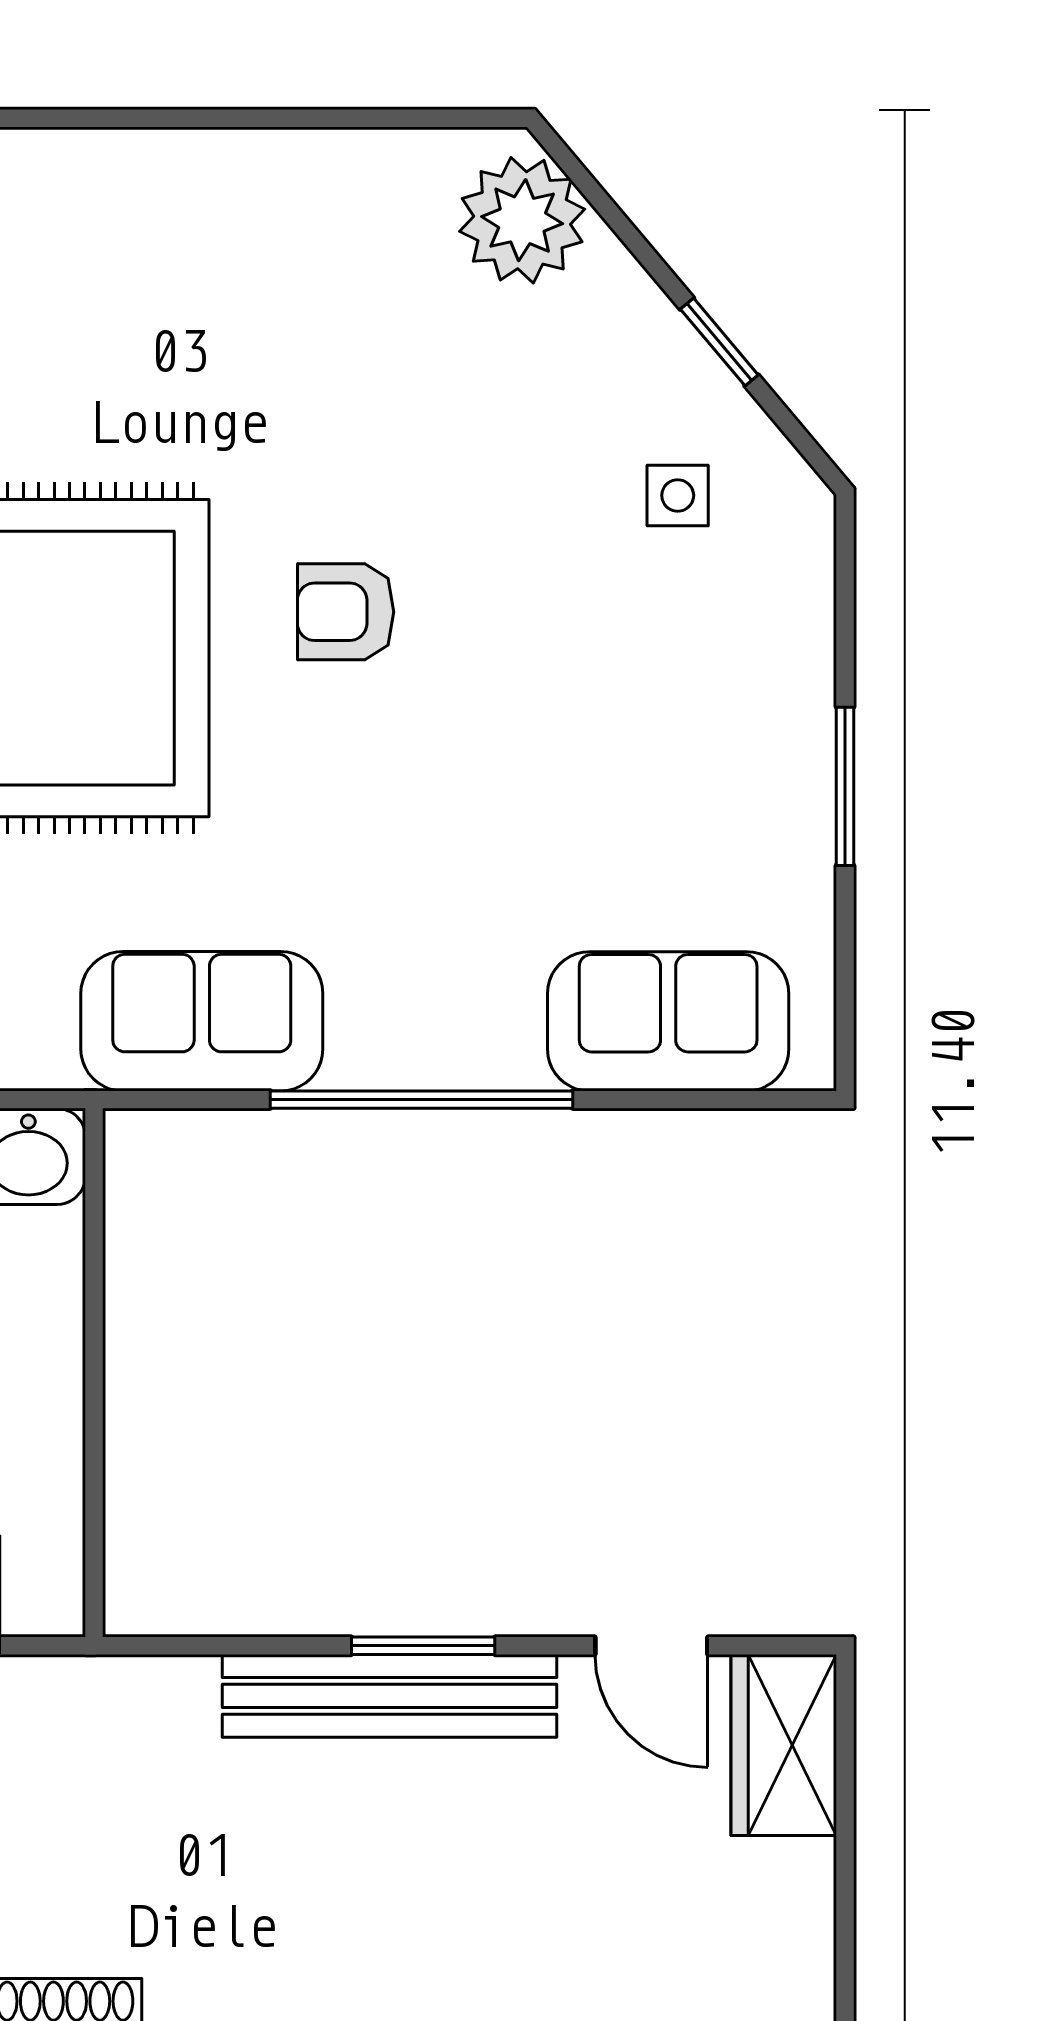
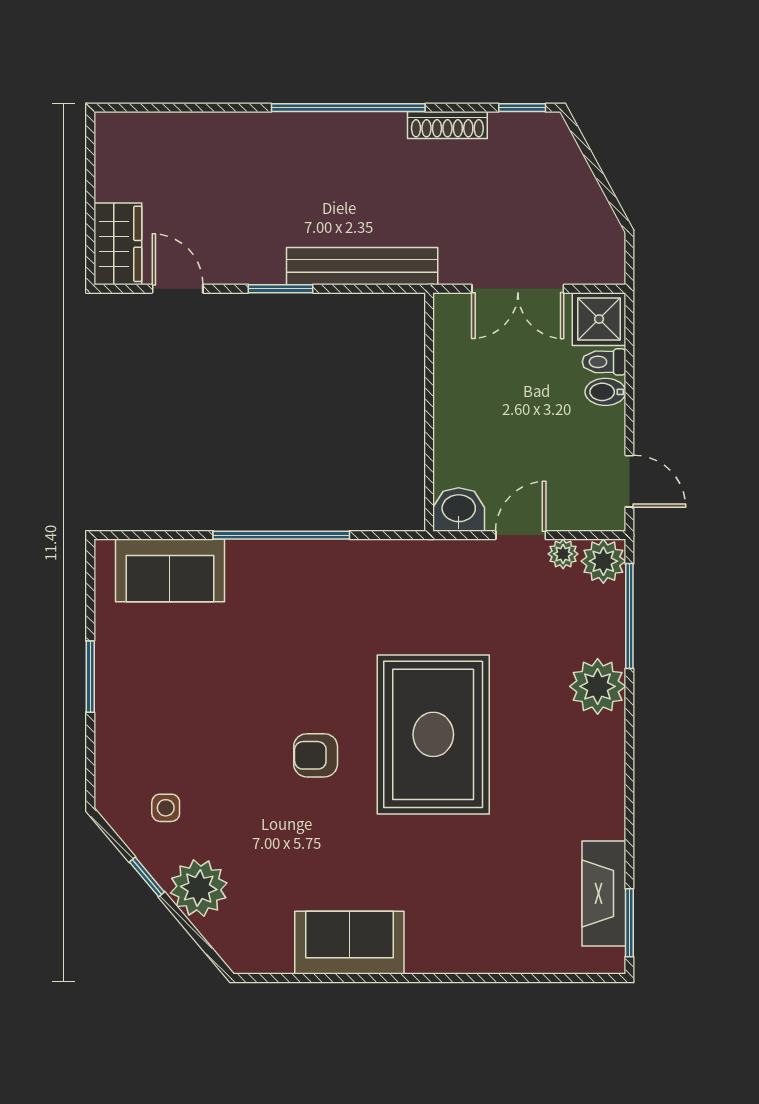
plant: (522, 220) -> (199, 888), moved
armchair: (346, 612) -> (316, 755), turned 180
sofa: (202, 1021) -> (349, 943), moved, turned 180
bench: (389, 1696) -> (362, 266), moved

